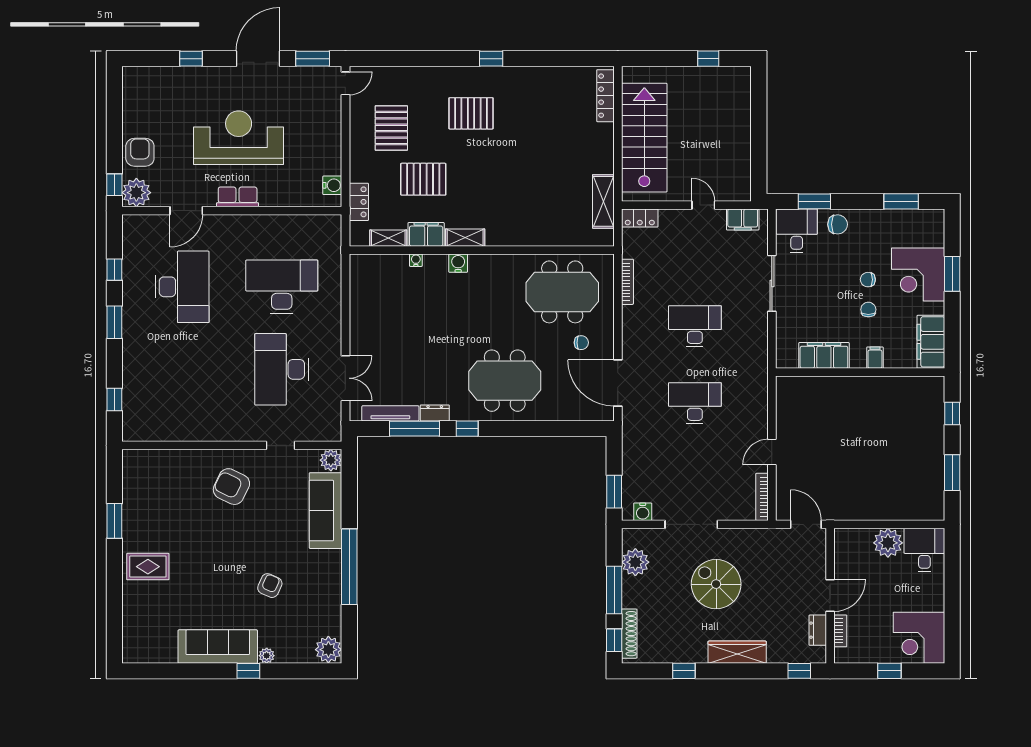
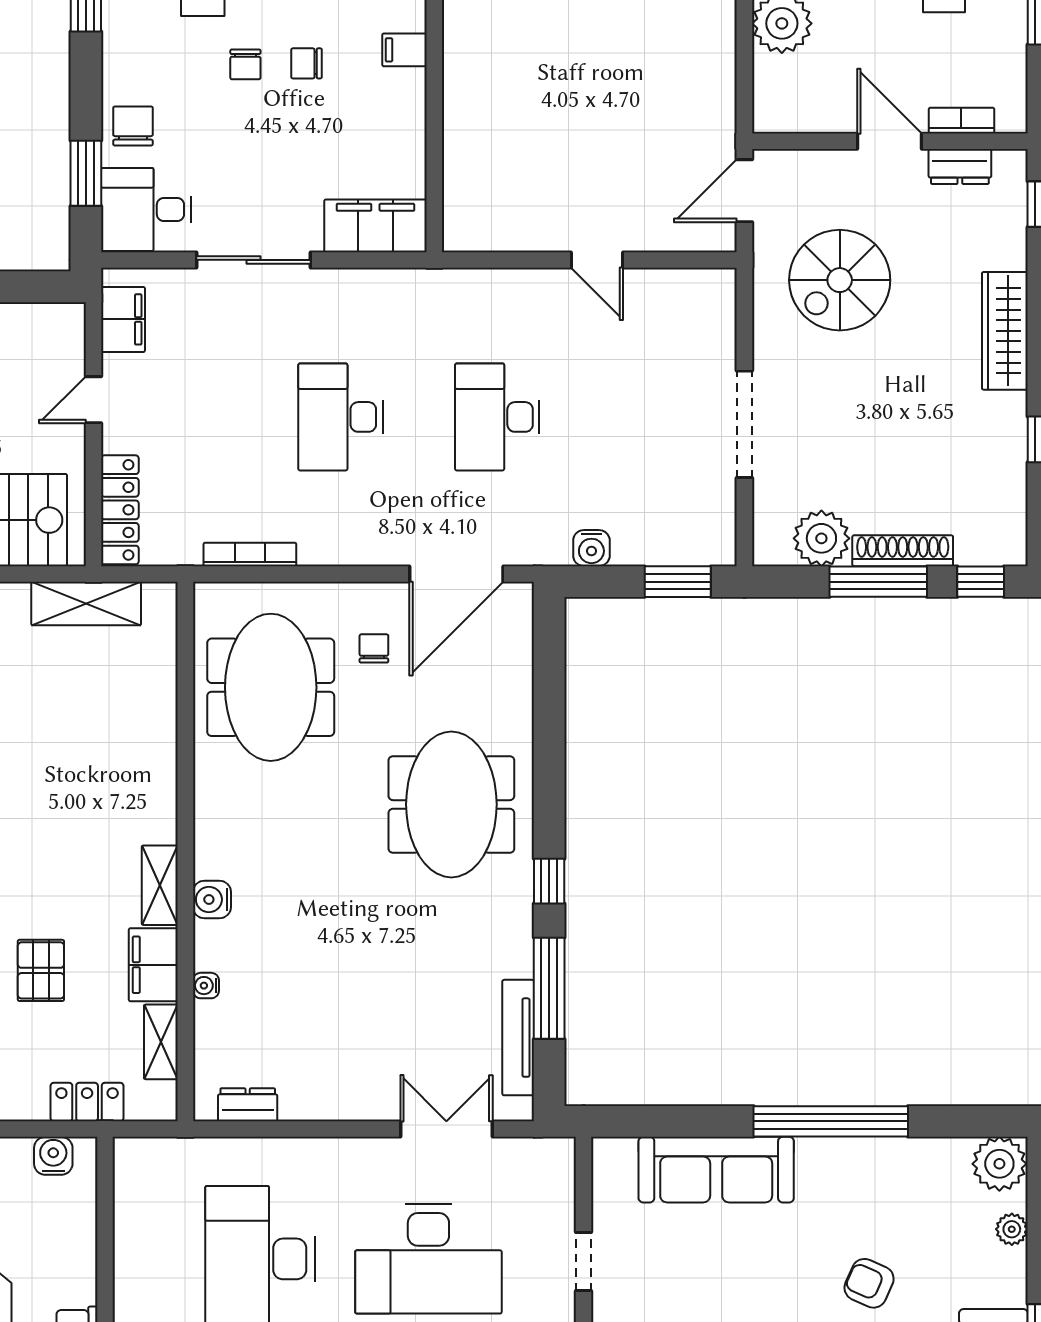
pallet: (423, 179) -> (41, 970), width x0.67, depth x0.71
locker: (640, 218) -> (120, 510), width x1.53
filing cabinet: (824, 355) -> (375, 226), moved, turned 90
dresser: (435, 413) -> (248, 1105), moved, turned 90
plant: (331, 460) -> (613, 1159), removed
bookcase: (762, 497) -> (688, 280), removed
water cooler: (643, 512) -> (591, 548), moved, turned 90
spiral stairs: (716, 584) -> (840, 280), moved
shoe rack: (629, 634) -> (903, 551), moved
plant: (267, 656) -> (1012, 1229), moved

